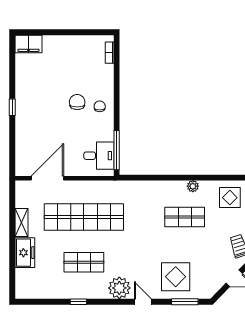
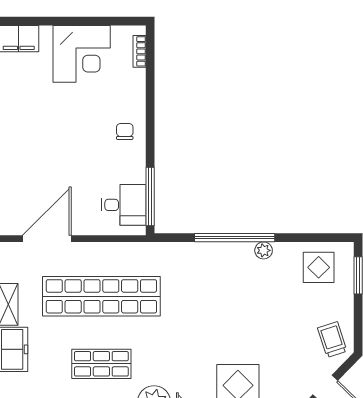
corner desk: (71, 54) -> (82, 54), added
chair: (77, 102) -> (91, 125), removed
window: (173, 178) -> (235, 238), added
shop shelf: (185, 217) -> (251, 296), removed

